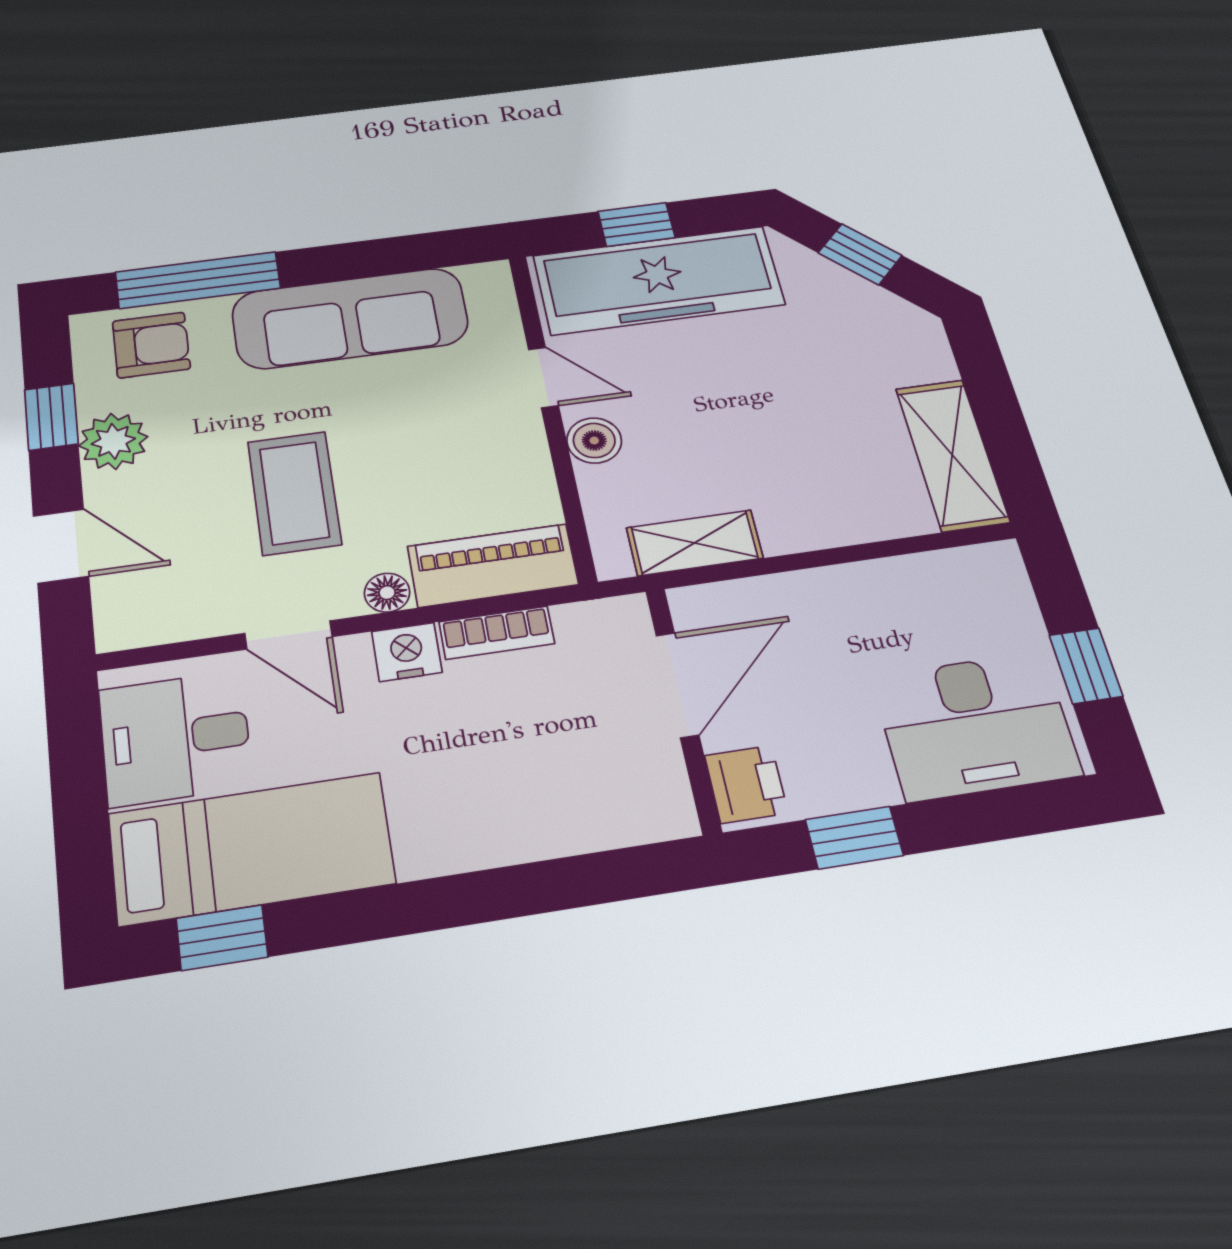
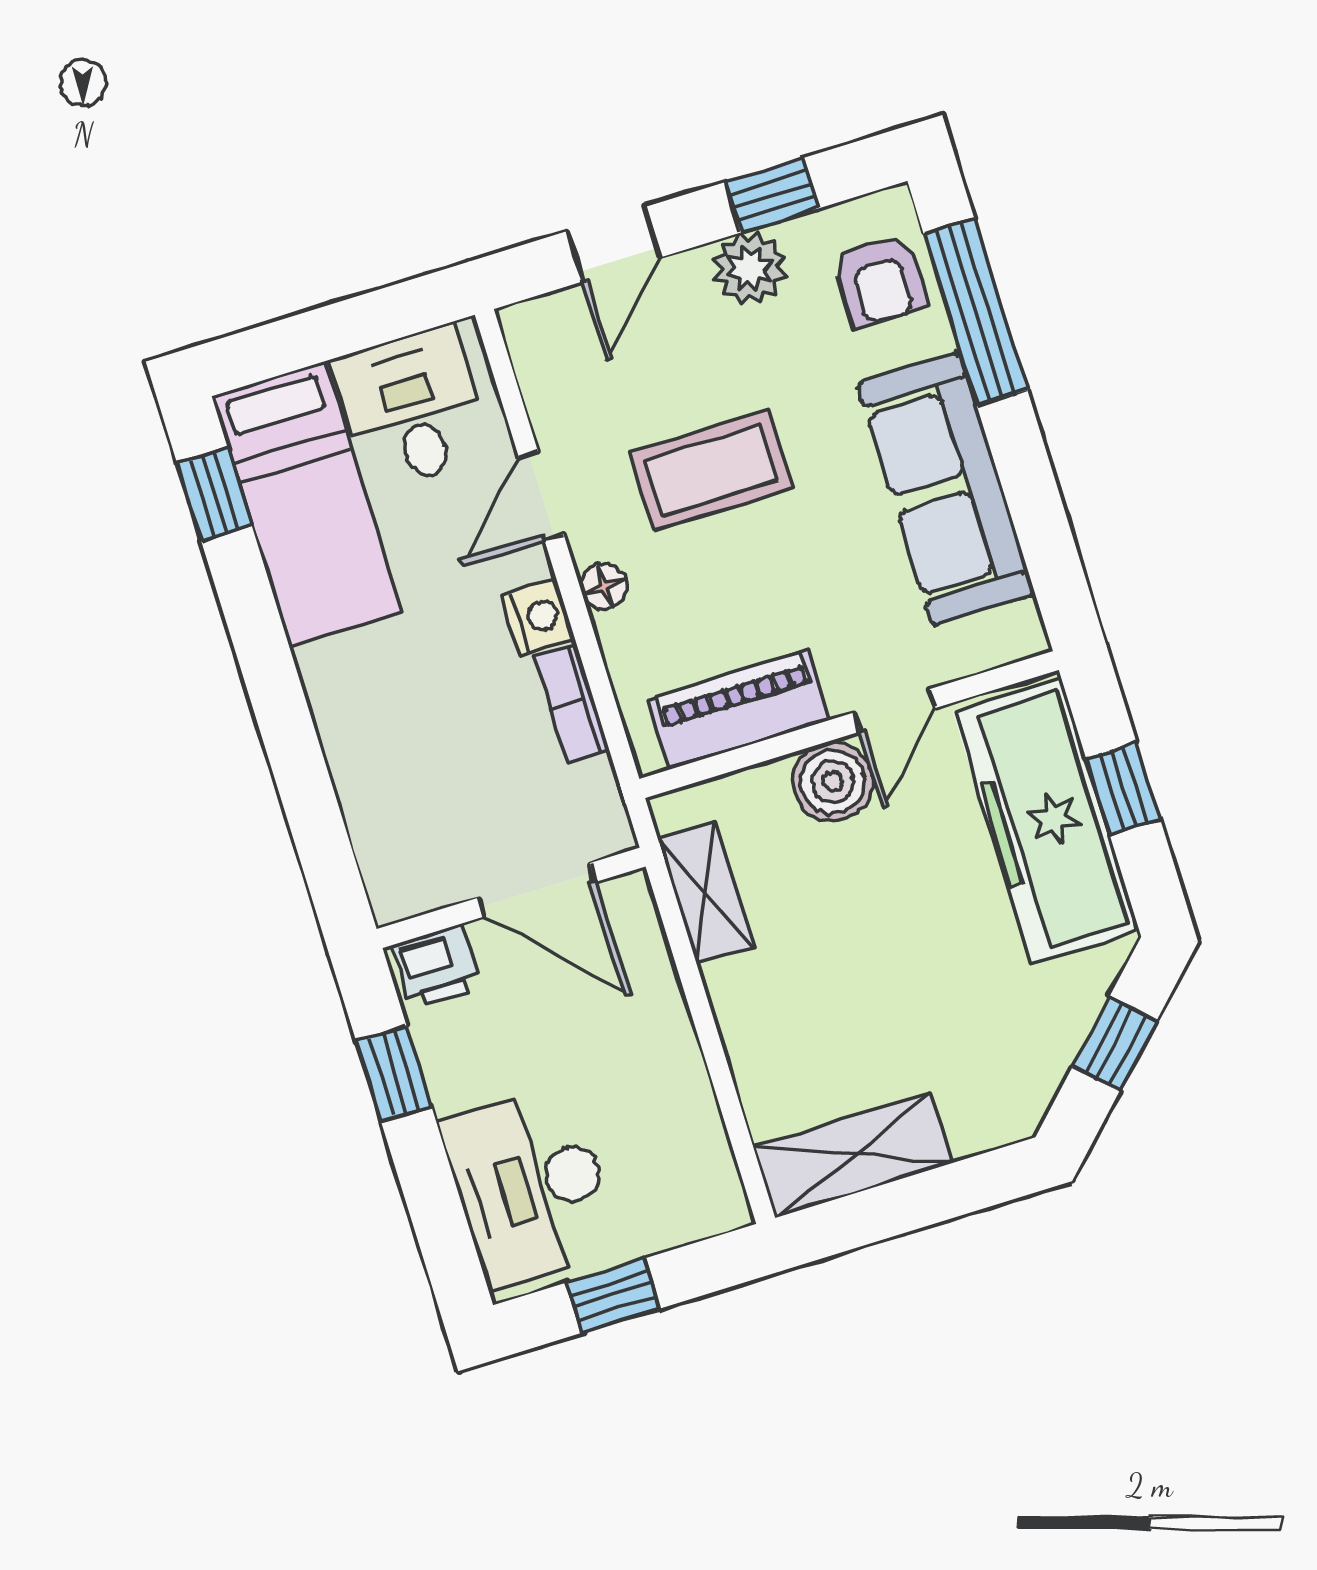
boiler: (594, 440) -> (833, 781), width x1.36, depth x1.36
piano: (493, 565) -> (739, 709), moved, turned -90

